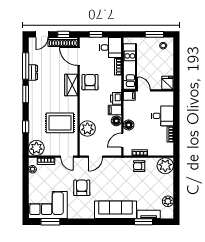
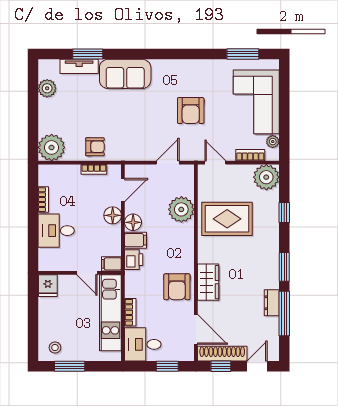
corner sofa: (48, 205) -> (256, 102), moved, turned 90
sofa: (116, 210) -> (125, 74), width x0.73

